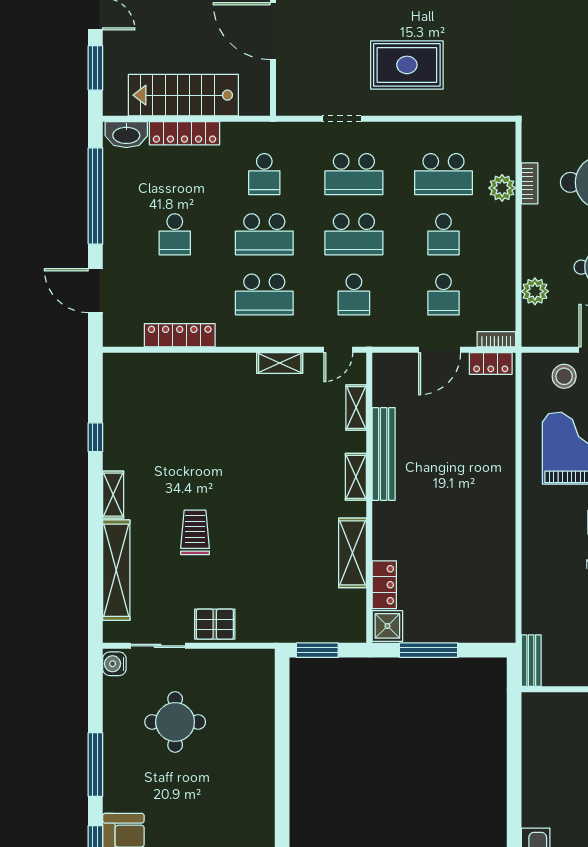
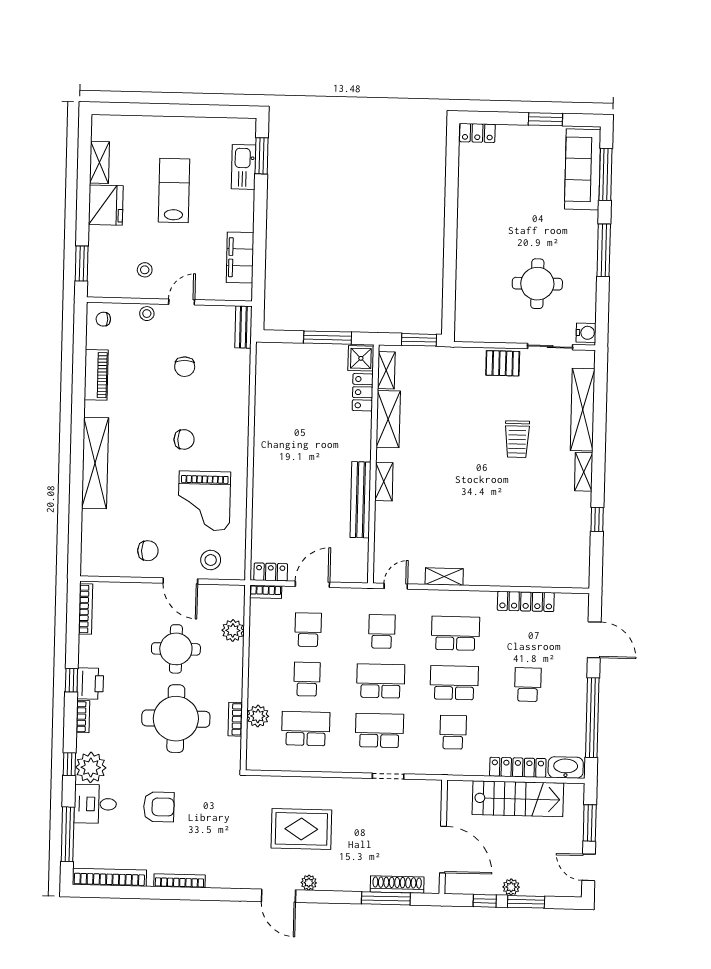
rug: (407, 65) -> (301, 829), moved
shelving: (356, 408) -> (386, 370), moved
filing cabinet: (537, 745) -> (240, 257), added

